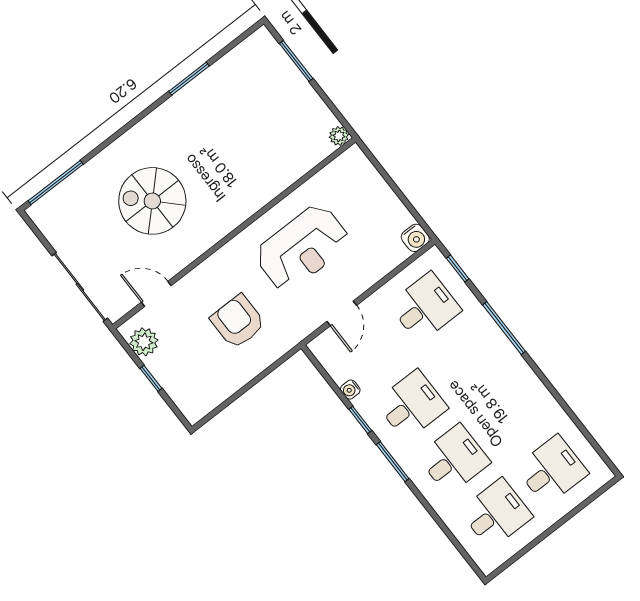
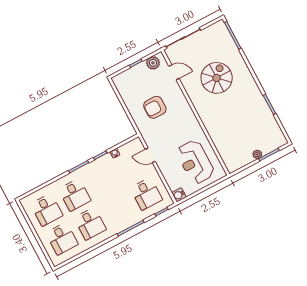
plant: (339, 136) -> (257, 154), moved
reception desk: (302, 248) -> (195, 162), moved
door: (156, 294) -> (174, 72), hinge flipped
armchair: (238, 321) -> (155, 107), turned 180
desk: (412, 405) -> (90, 224), moved

